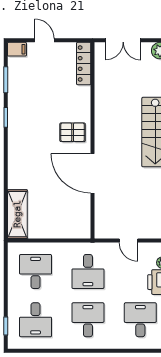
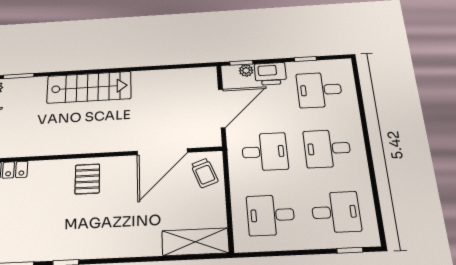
door: (93, 173) -> (162, 152), moved
trolley: (73, 224) -> (204, 173), added
door: (128, 241) -> (222, 108), width x1.88

